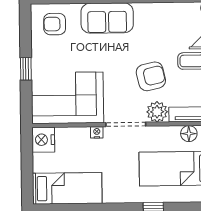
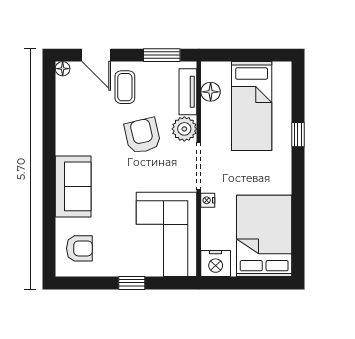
armchair: (55, 24) -> (79, 248), turned -90
bed: (67, 188) -> (264, 236), width x1.50

